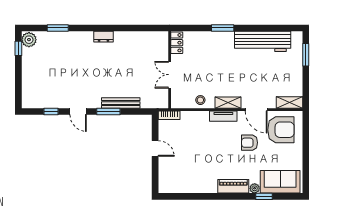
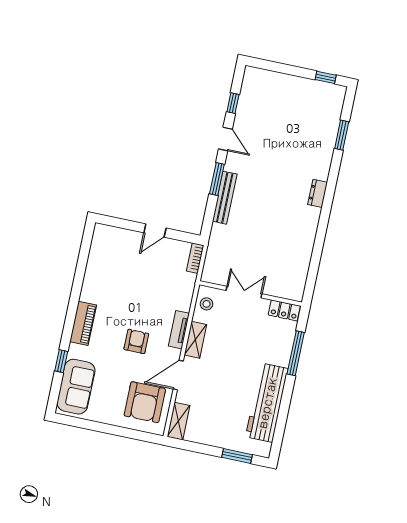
window: (223, 28) -> (296, 353), width x1.44
plant: (29, 40) -> (334, 94), removed
locker: (177, 43) -> (284, 310), moved
wall: (170, 70) -> (251, 293), moved
double door: (170, 75) -> (244, 292), moved
door: (78, 112) -> (225, 139), swing flipped
armchair: (250, 143) -> (136, 341), moved
plant: (255, 188) -> (75, 351), removed

